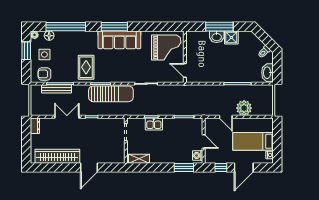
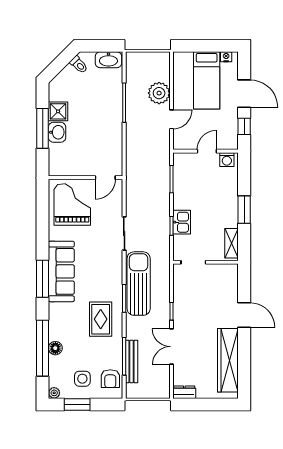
floor lamp: (49, 36) -> (55, 348), moved
rug: (86, 67) -> (101, 319), turned 90
window: (184, 168) -> (244, 210), moved

